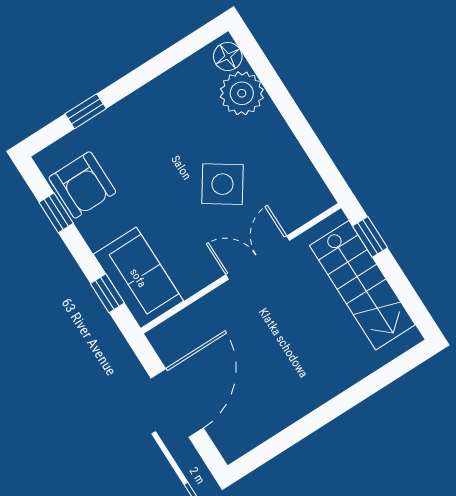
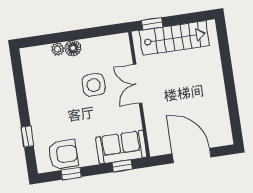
floor lamp: (228, 57) -> (73, 48), moved
plant: (242, 93) -> (58, 49), width x0.53, depth x0.53
side table: (222, 184) -> (94, 85), turned -34

